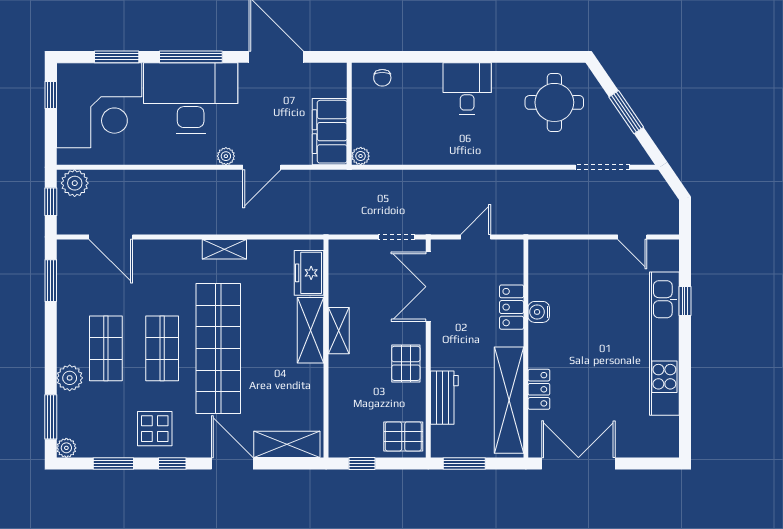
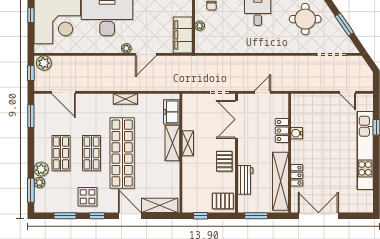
plant: (361, 156) -> (200, 26), moved
plant: (66, 448) -> (39, 183), moved

